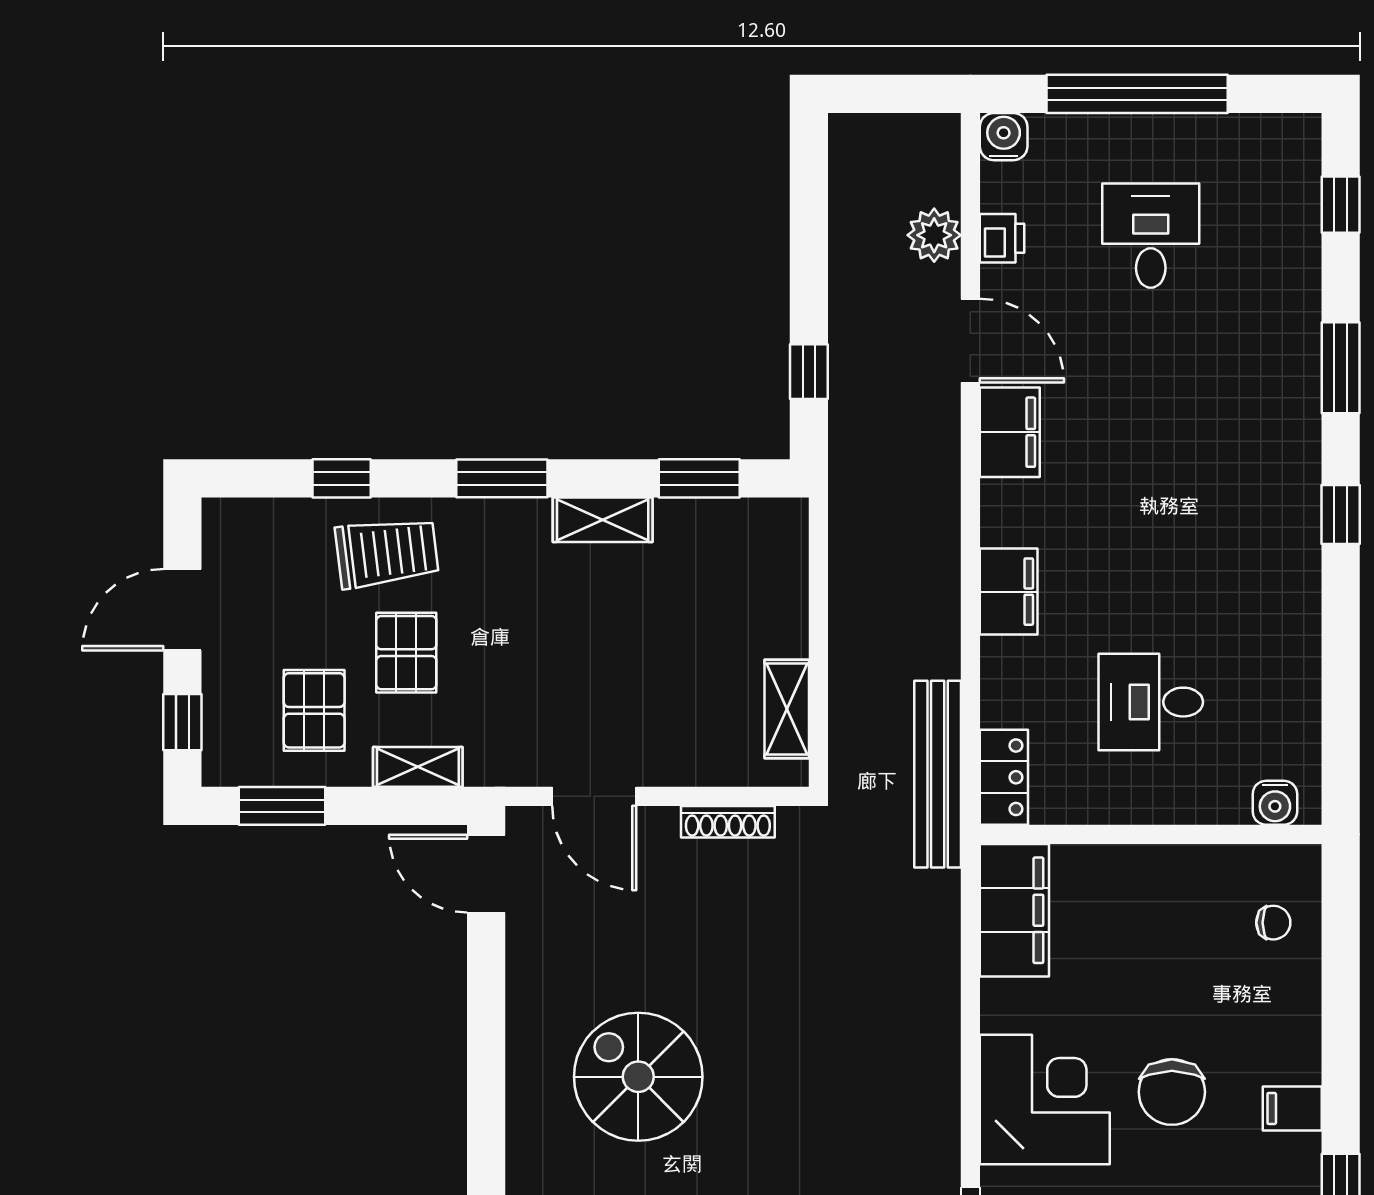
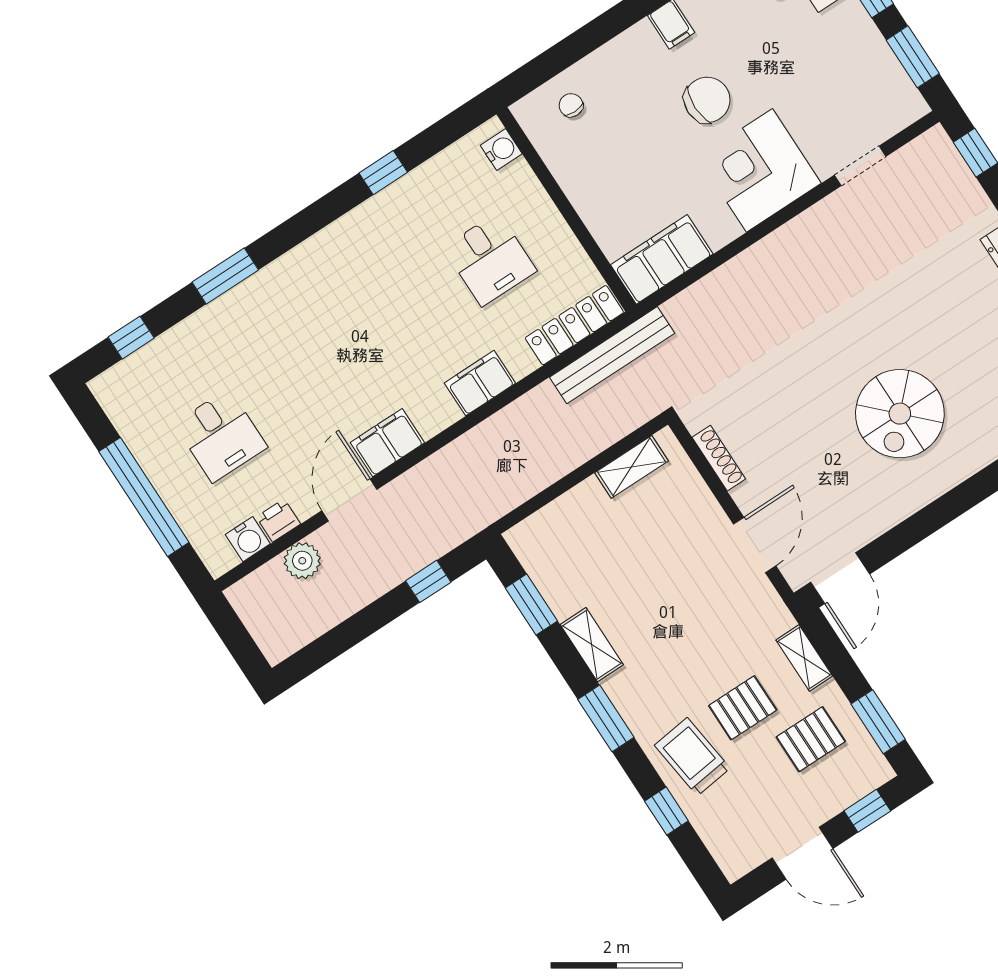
water cooler: (1004, 137) -> (248, 539), moved, turned -90
desk: (1151, 236) -> (221, 436), turned -90
window: (1341, 514) -> (383, 173), moved
locker: (1004, 777) -> (574, 325), width x1.53

